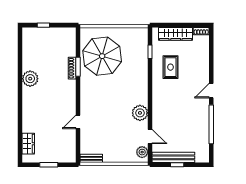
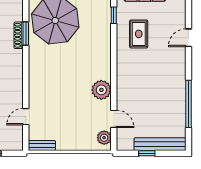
door: (211, 91) -> (188, 38), moved
door: (78, 122) -> (26, 117), moved
bench: (173, 157) -> (160, 144), moved

